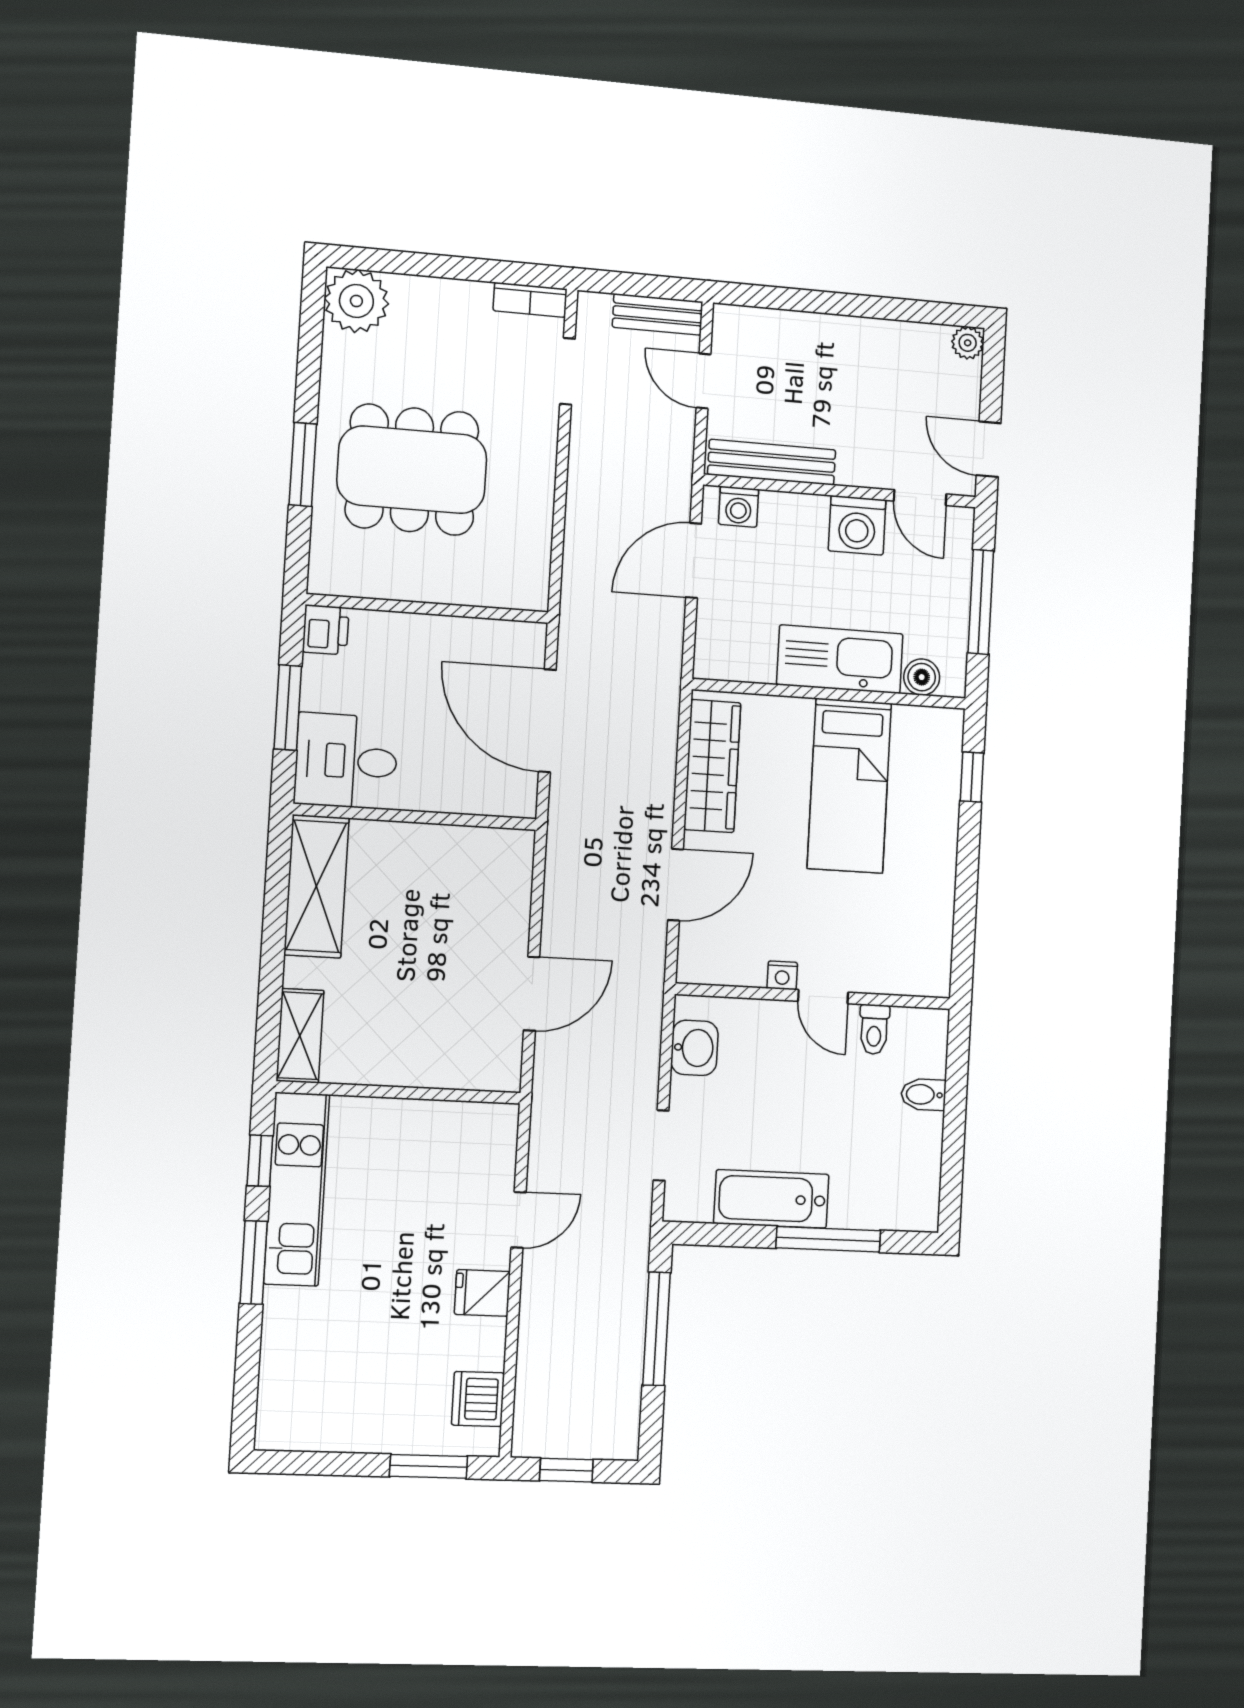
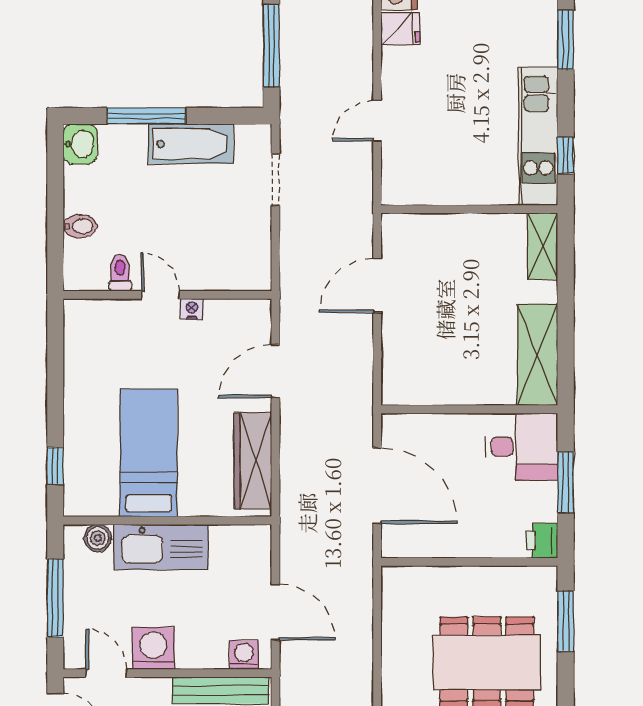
window: (303, 464) -> (566, 621), moved
door: (694, 560) -> (275, 612), hinge flipped
washbasin: (694, 1048) -> (80, 144), moved, turned 180
window: (254, 1262) -> (566, 40), moved
fridge: (482, 1293) -> (400, 29), moved

